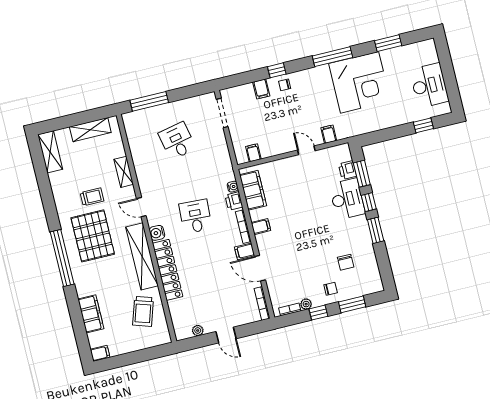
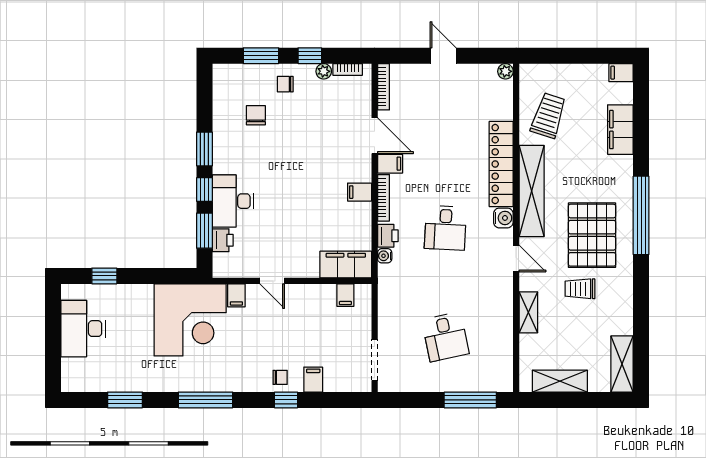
corner desk: (360, 82) -> (190, 320), moved, turned 180
filing cabinet: (253, 190) -> (346, 265), moved, turned 90
plant: (198, 331) -> (505, 71), moved

